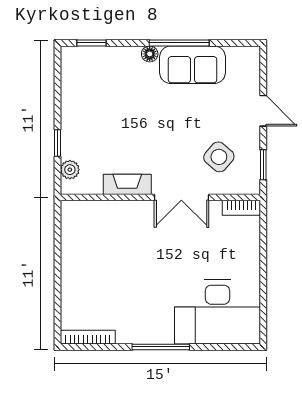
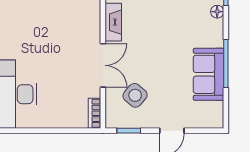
floor lamp: (150, 54) -> (217, 12), moved
double door: (181, 197) -> (103, 65), swing flipped

